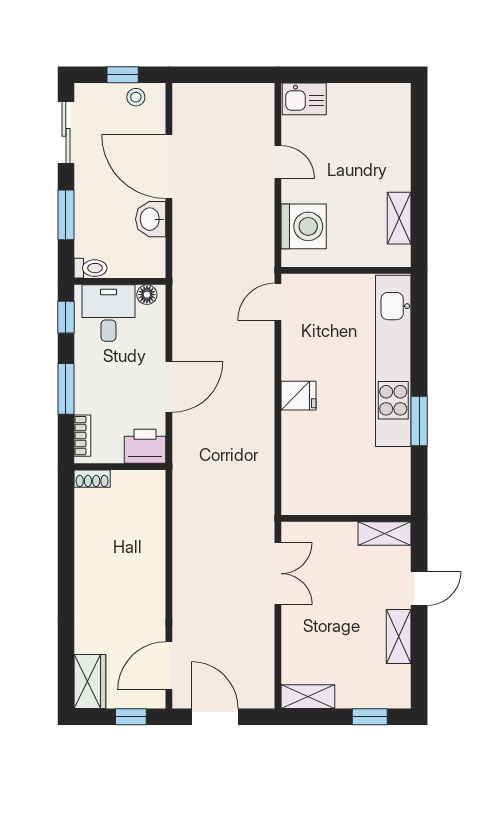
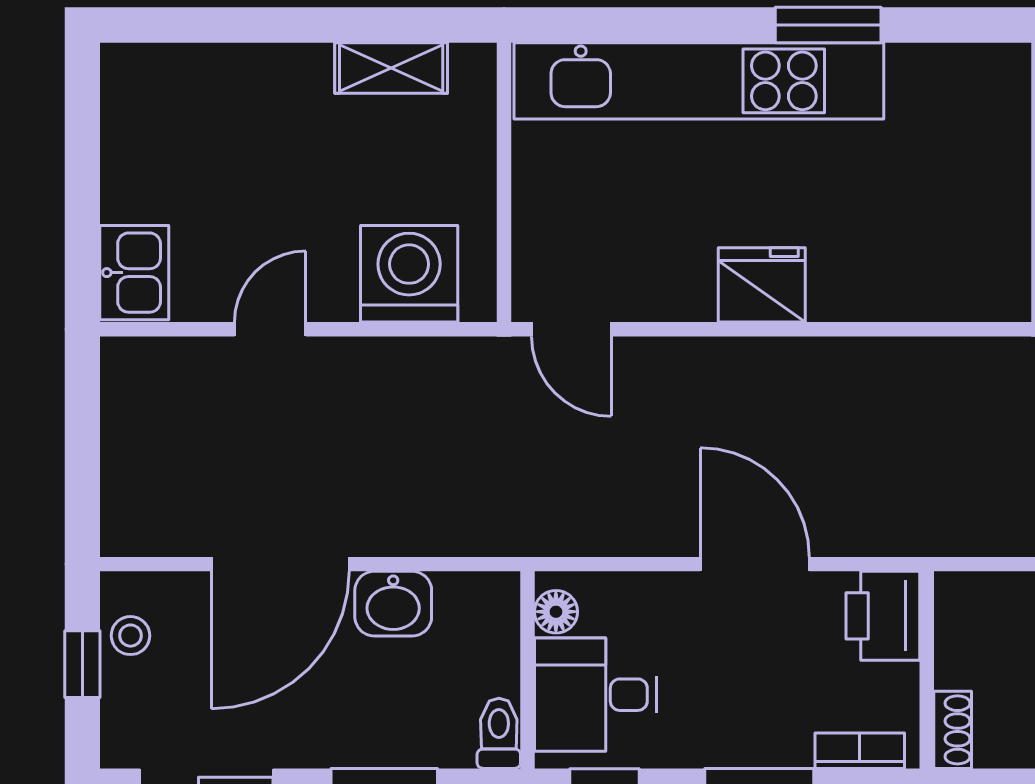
fridge: (299, 396) -> (762, 285), width x1.38

